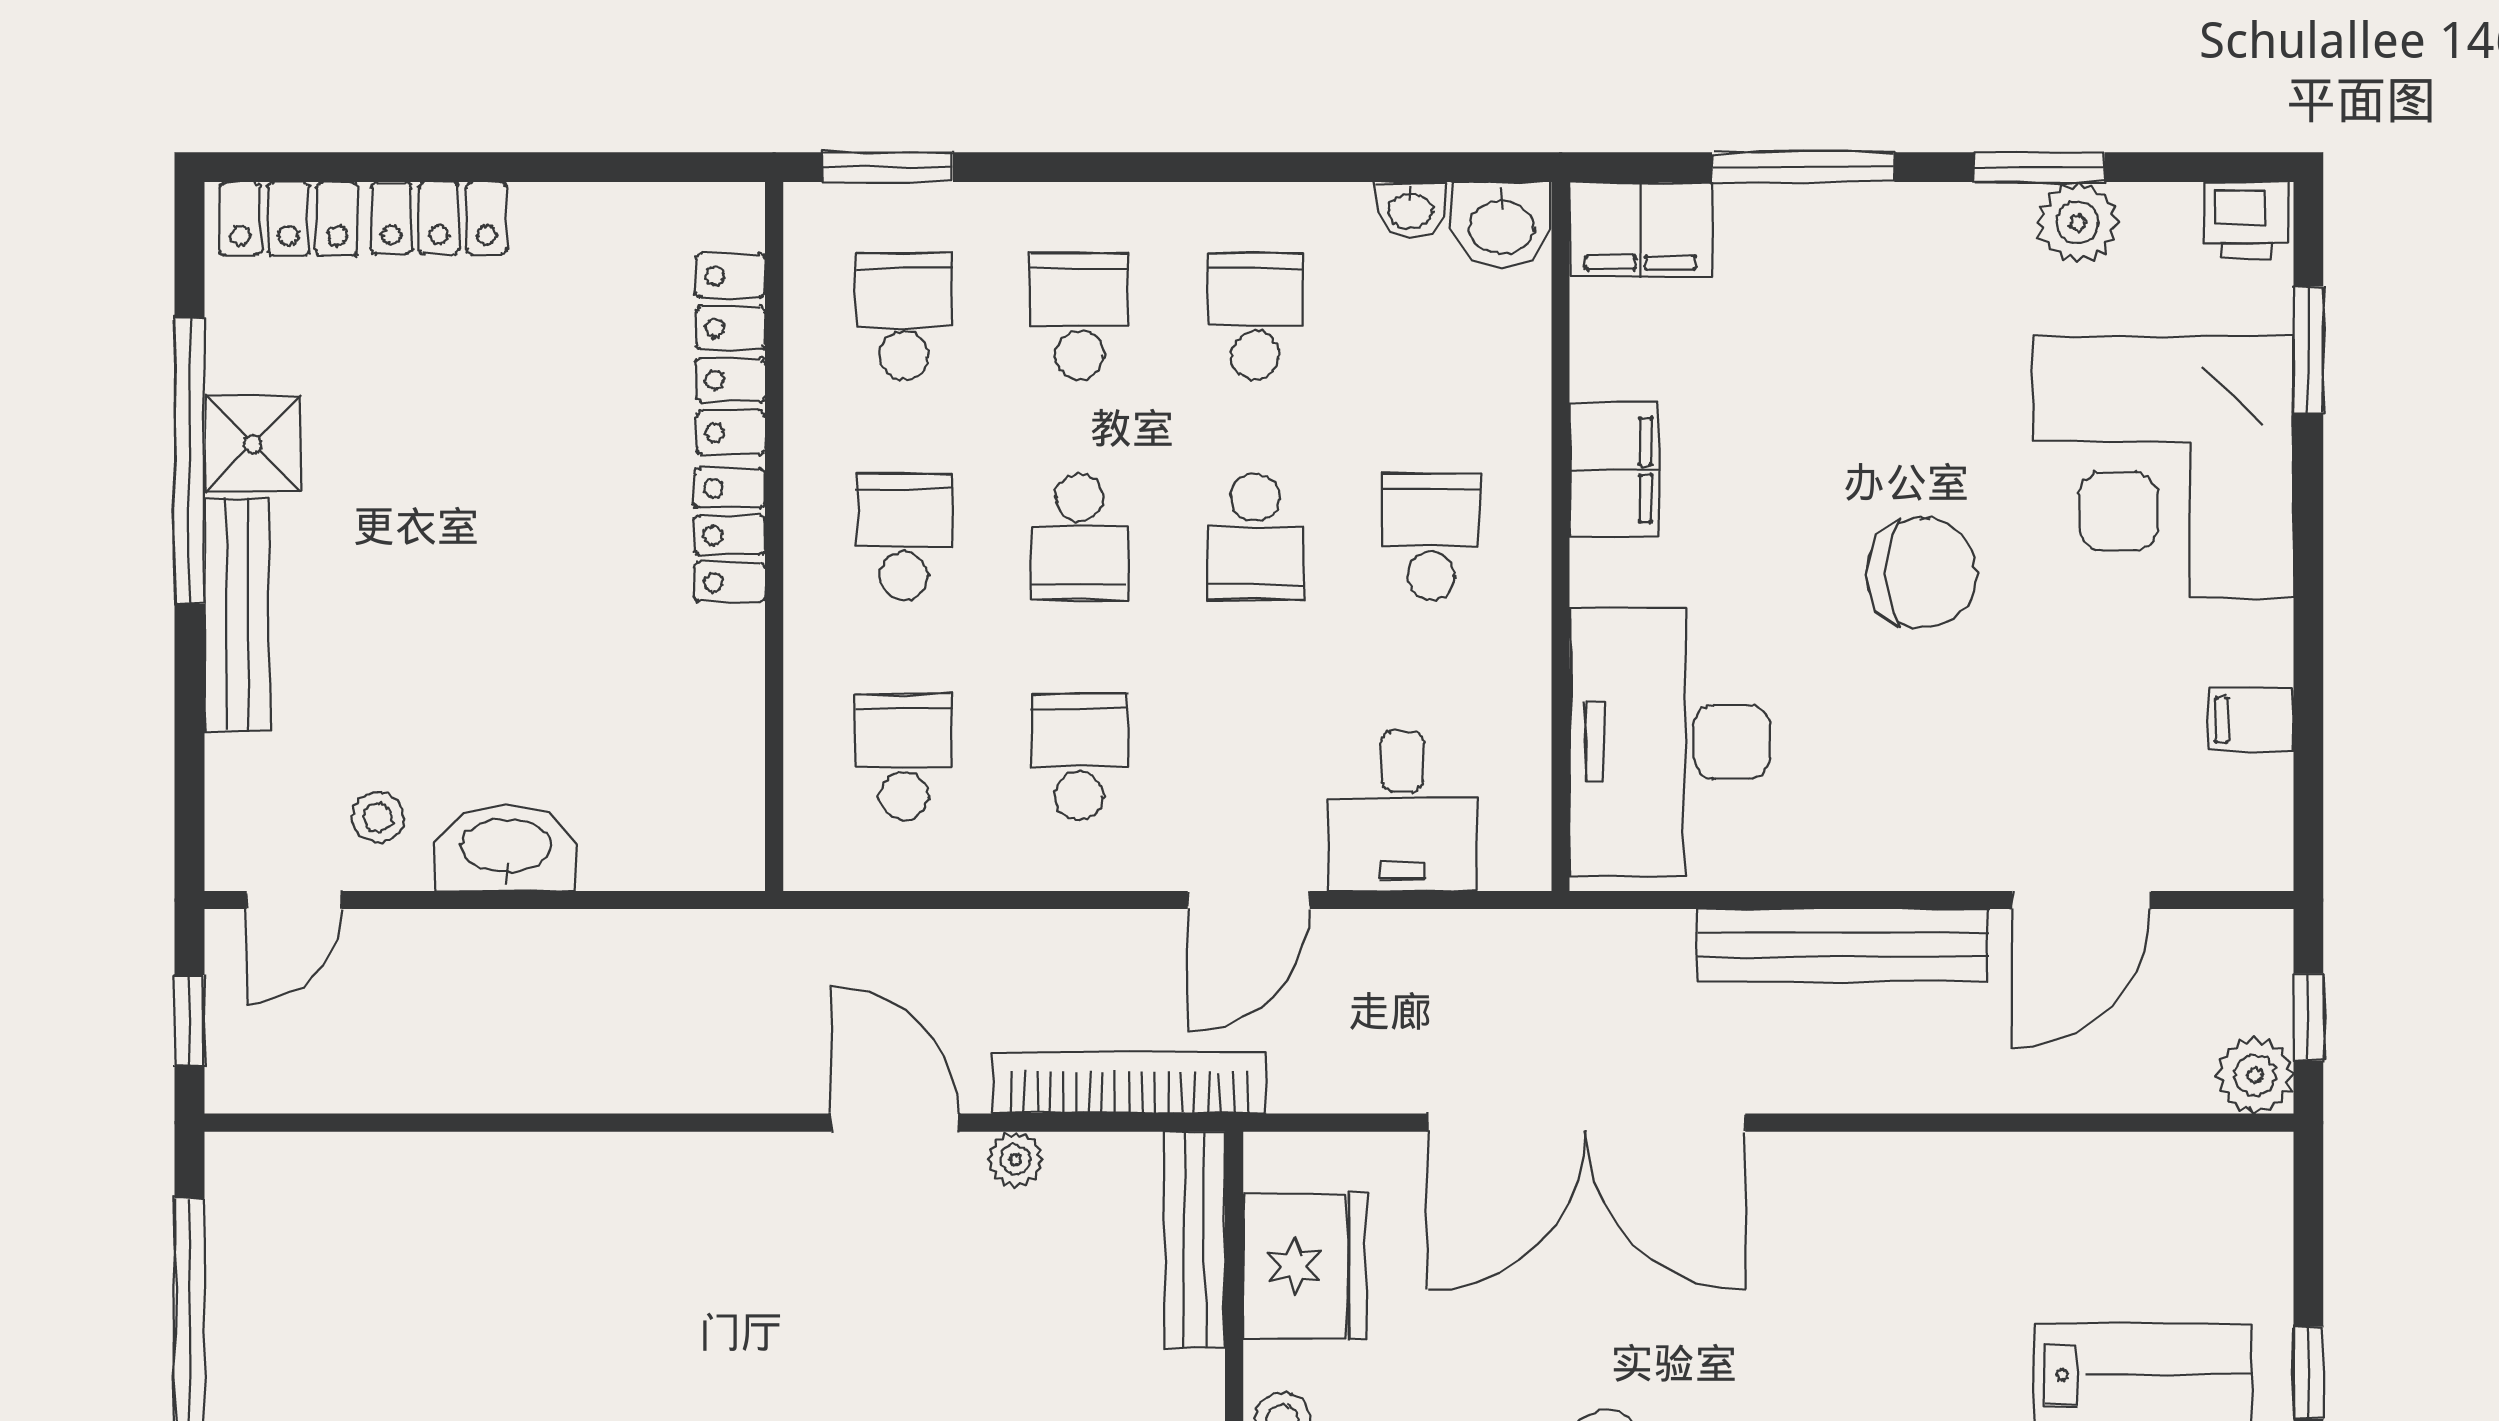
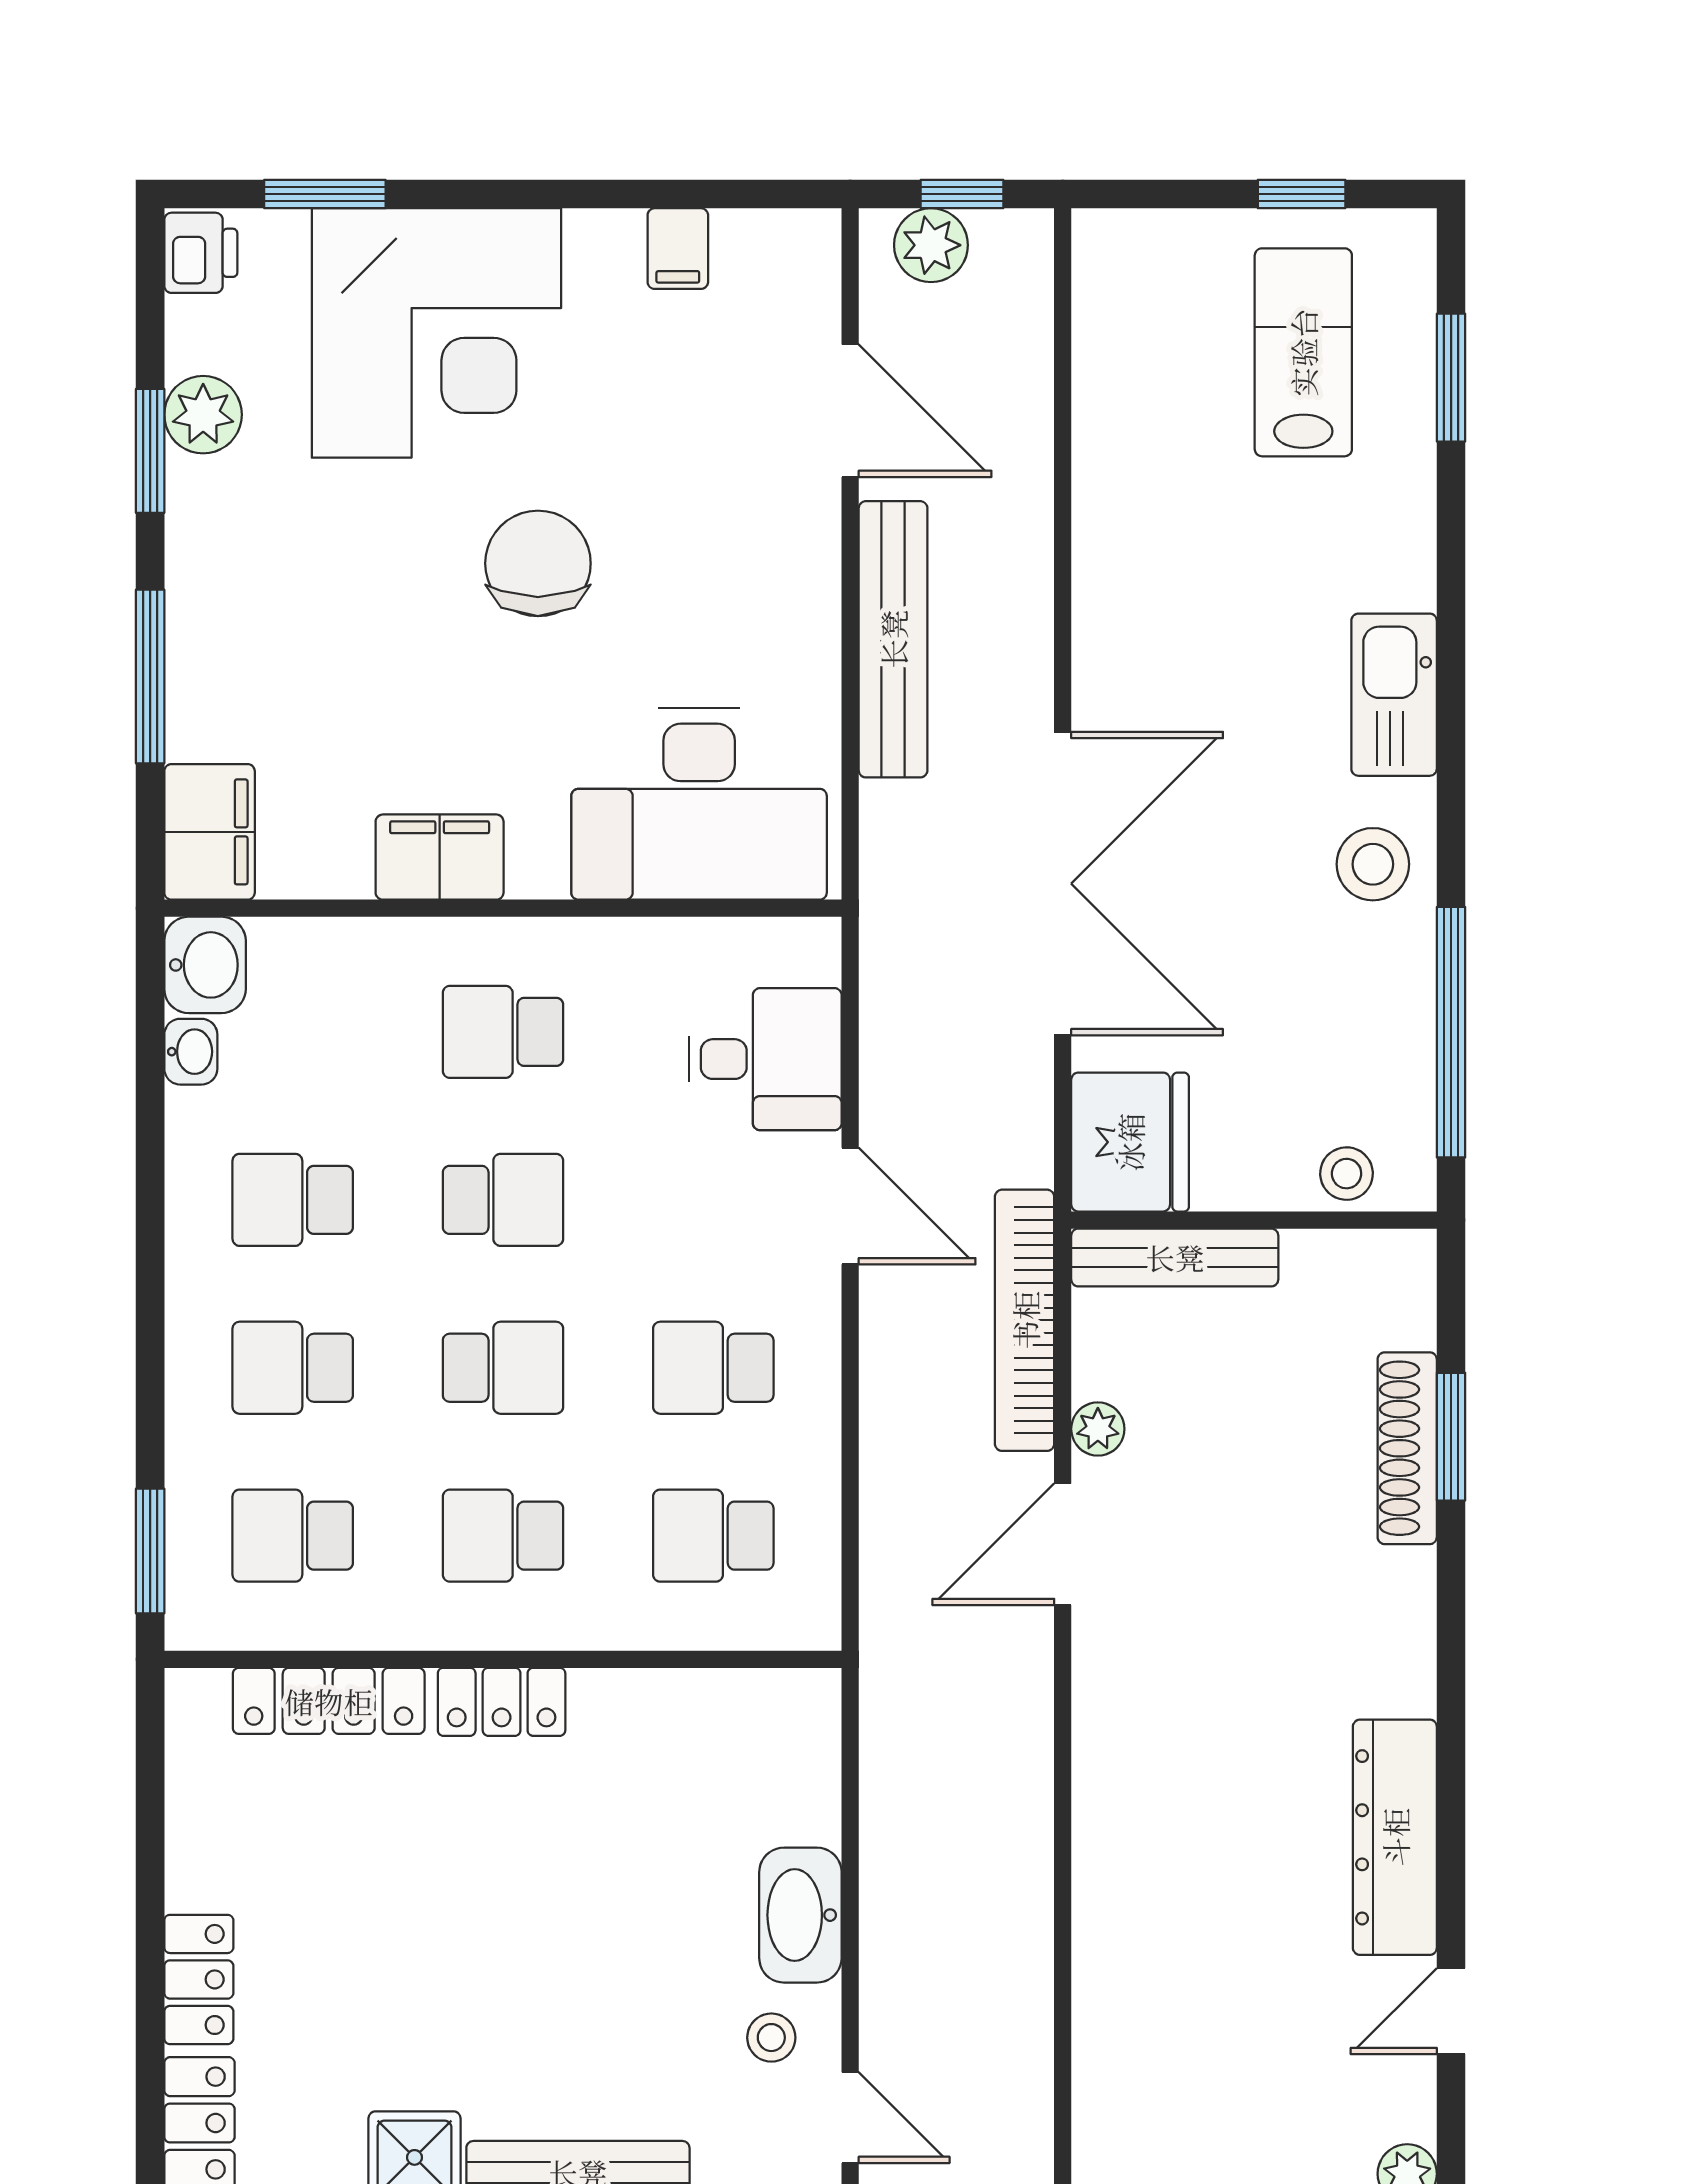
plant: (2255, 1075) -> (931, 245), moved
fridge: (1305, 1266) -> (1130, 1142), moved, turned 90

